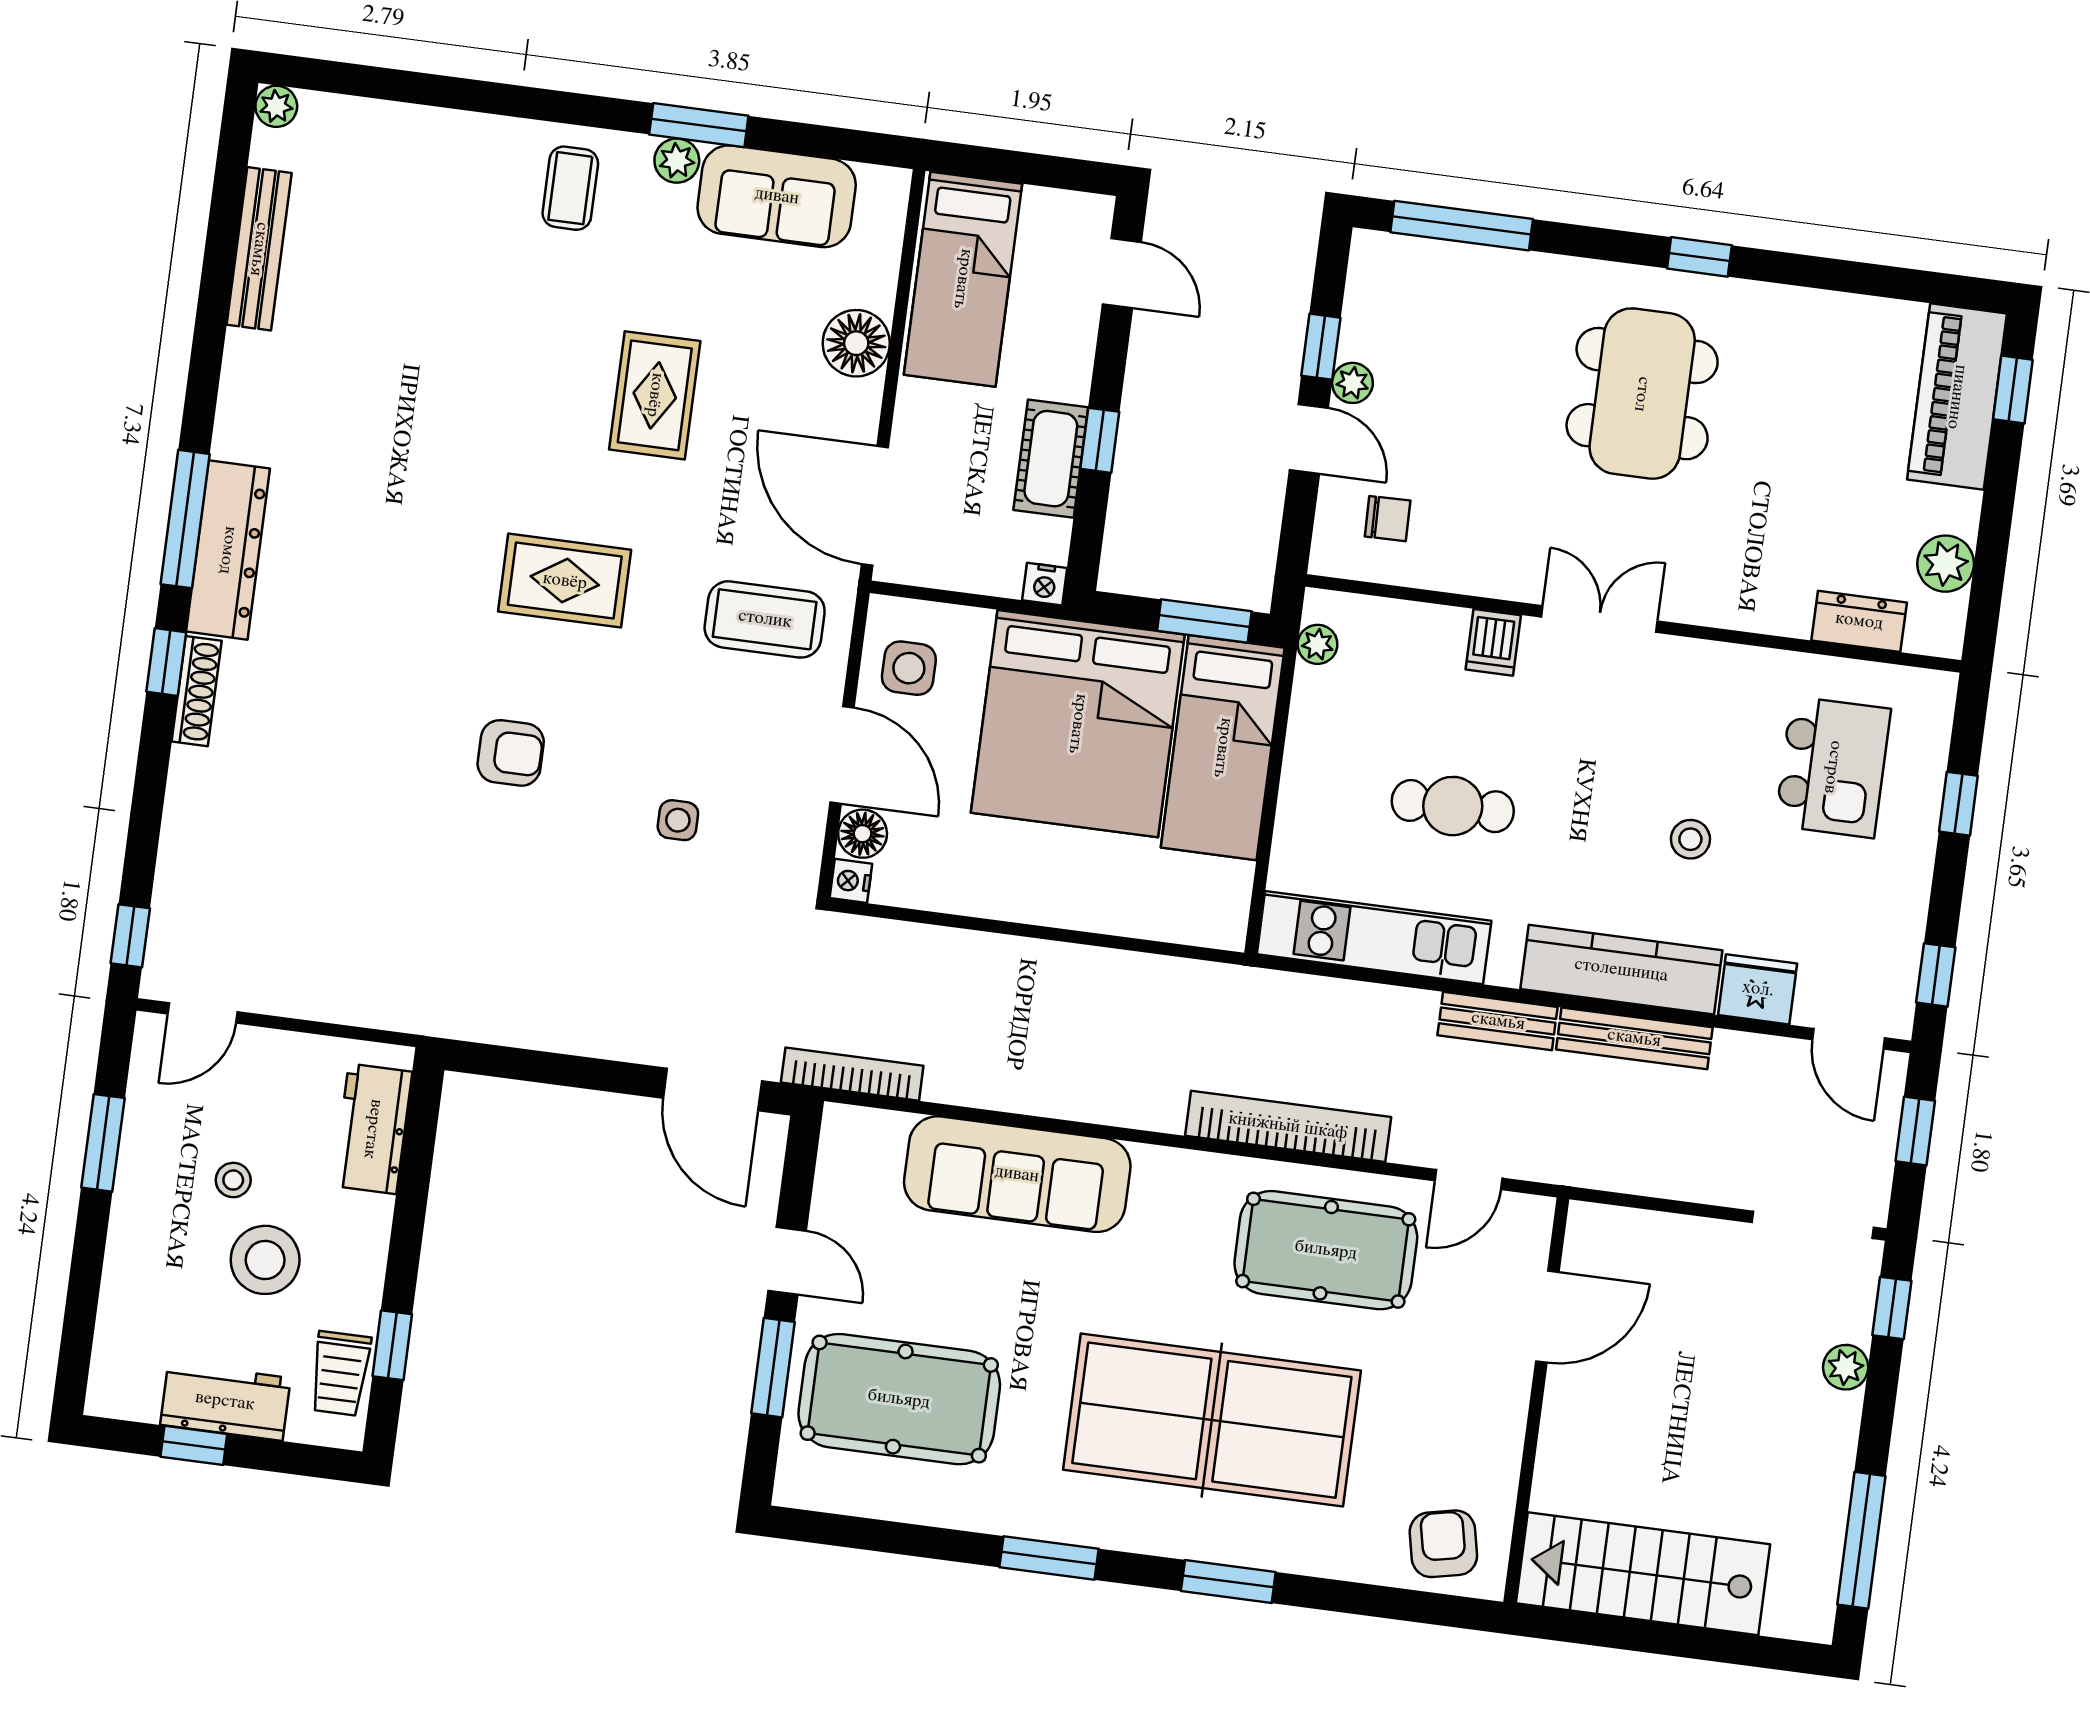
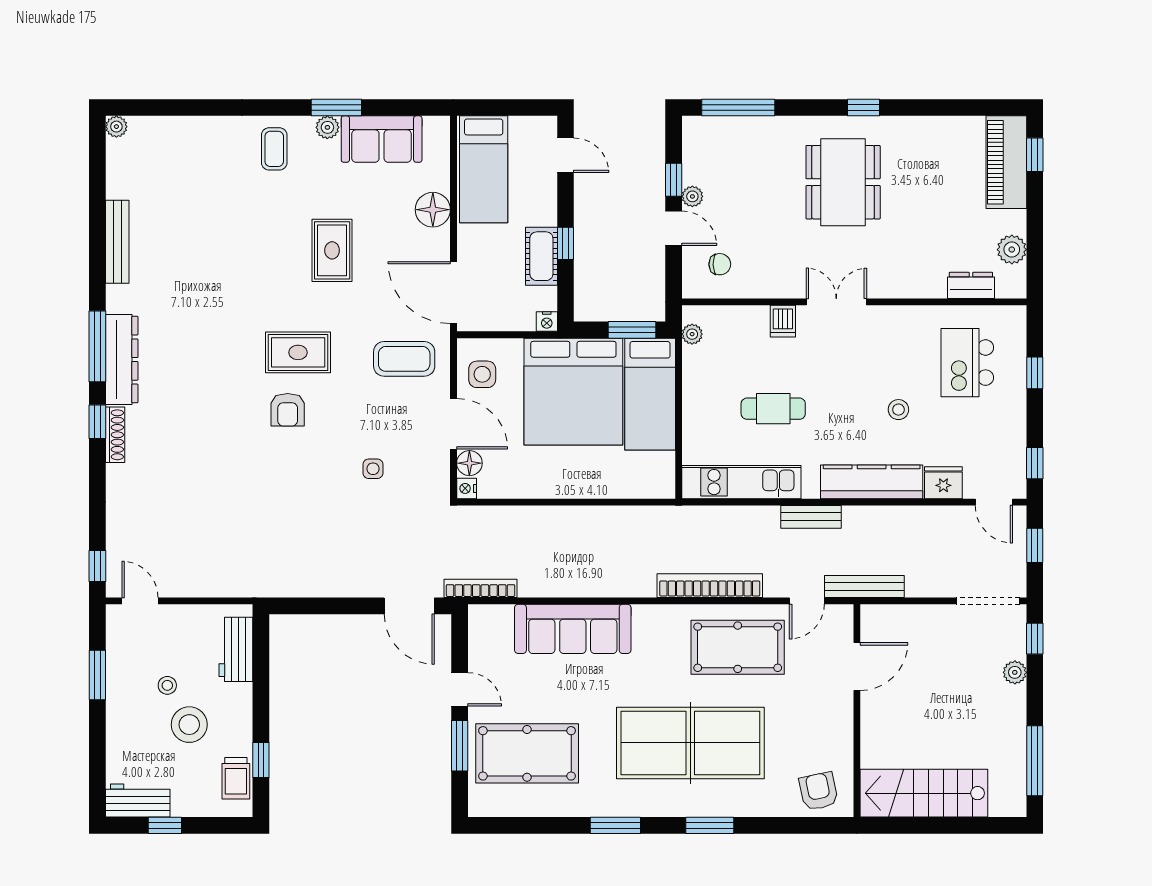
bench: (259, 249) -> (117, 242), moved
armchair: (511, 753) -> (288, 410), moved, turned 90
kitchen island: (1833, 767) -> (967, 363), turned 180
door: (203, 1013) -> (140, 601), swing flipped
bench: (1634, 1038) -> (864, 586), moved
workbench: (225, 1401) -> (138, 801), moved

